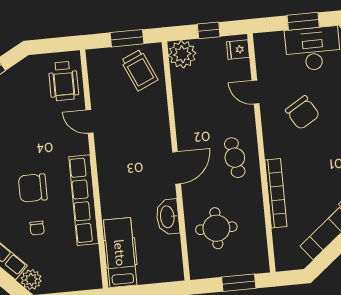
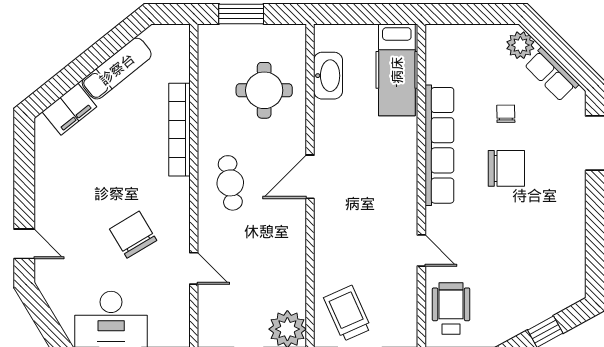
fridge: (238, 50) -> (212, 328), removed
washbasin: (168, 217) -> (328, 76), moved

